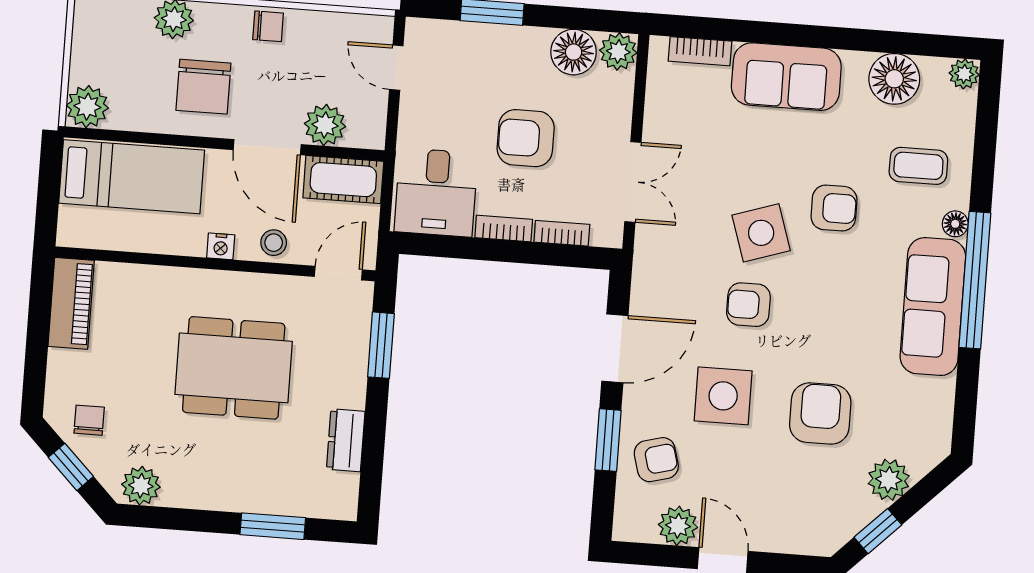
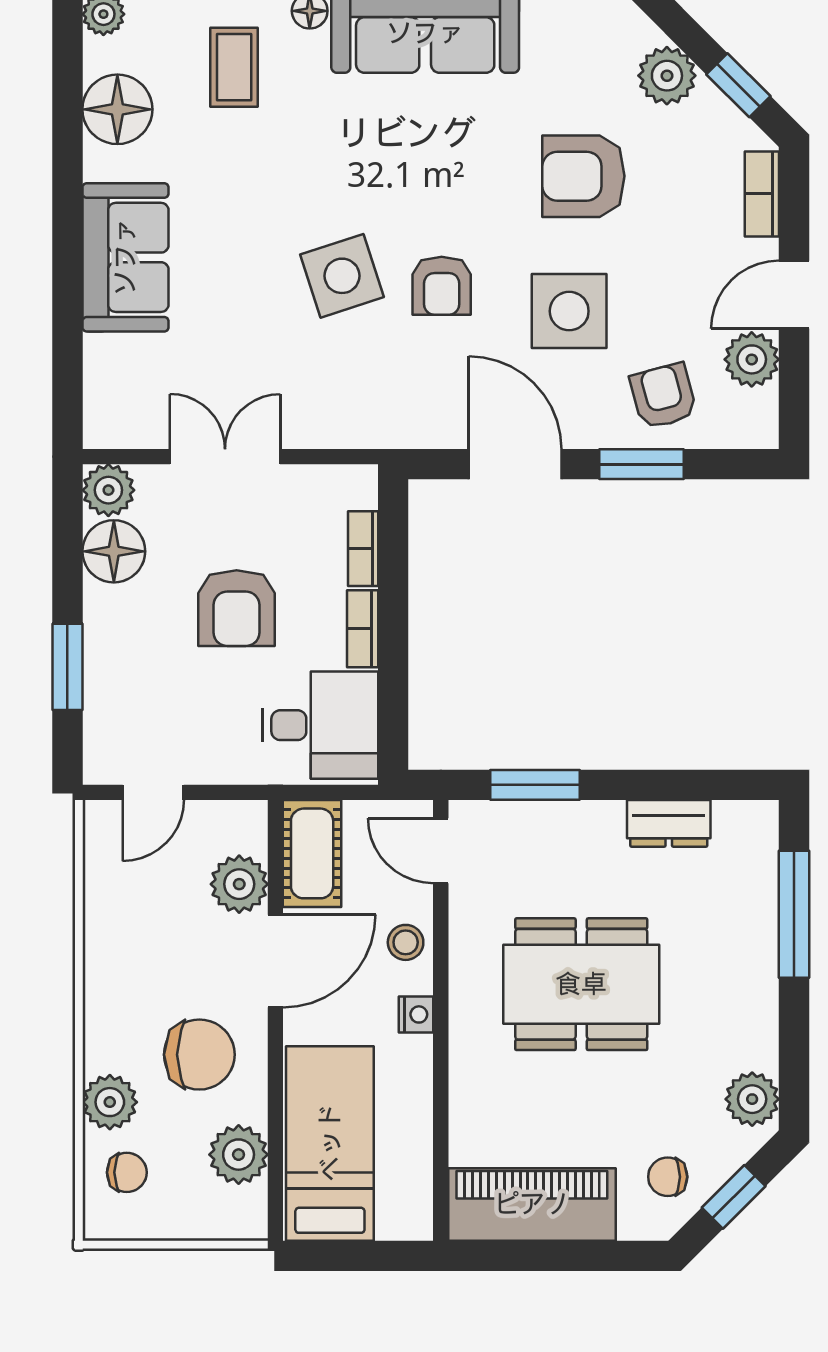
chair: (268, 26) -> (127, 1172), moved, turned 90
bookcase: (700, 51) -> (762, 194), moved, turned 180
plant: (87, 107) -> (239, 1155), moved
double door: (633, 182) -> (225, 457), moved
armchair: (834, 208) -> (301, 179), removed
piano: (71, 303) -> (532, 1204), width x1.37, depth x1.33
dining table: (234, 368) -> (581, 984), turned 90
window: (273, 526) -> (794, 914), width x1.44

